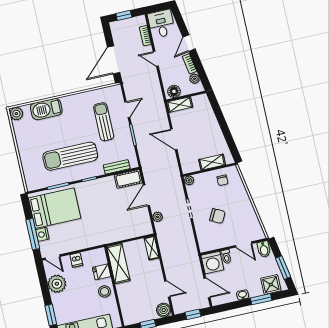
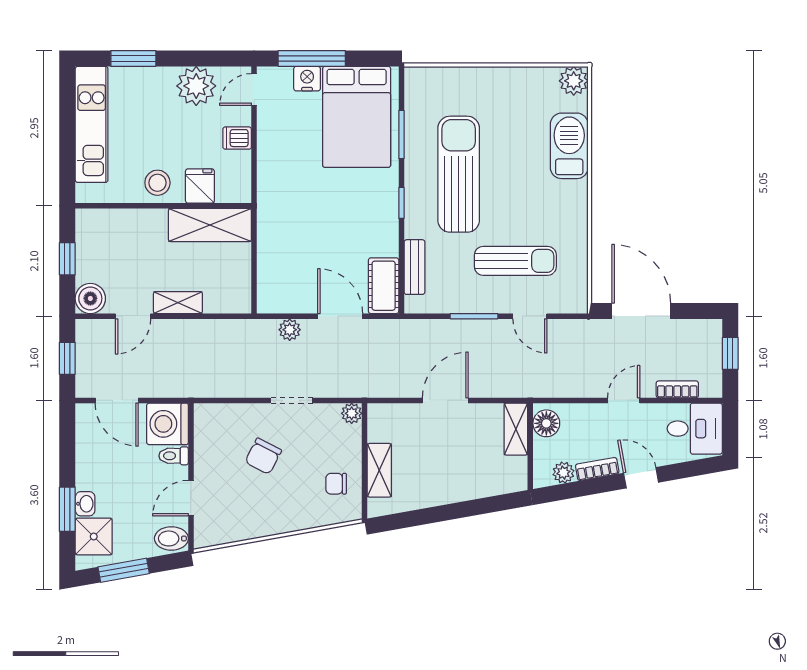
shelving: (152, 248) -> (178, 303), moved
door: (207, 288) -> (117, 400), hinge flipped
washbasin: (243, 295) -> (85, 504), moved

